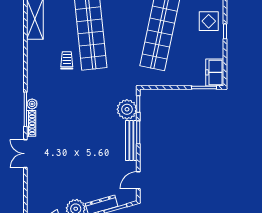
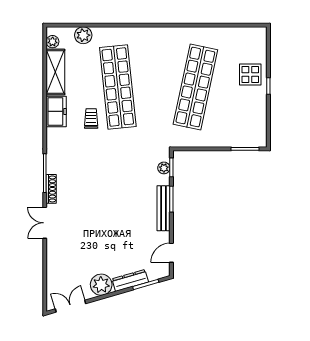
freezer: (215, 72) -> (56, 111), moved, turned 180
plant: (32, 104) -> (52, 167), removed
plant: (127, 109) -> (164, 168), width x0.53, depth x0.53

